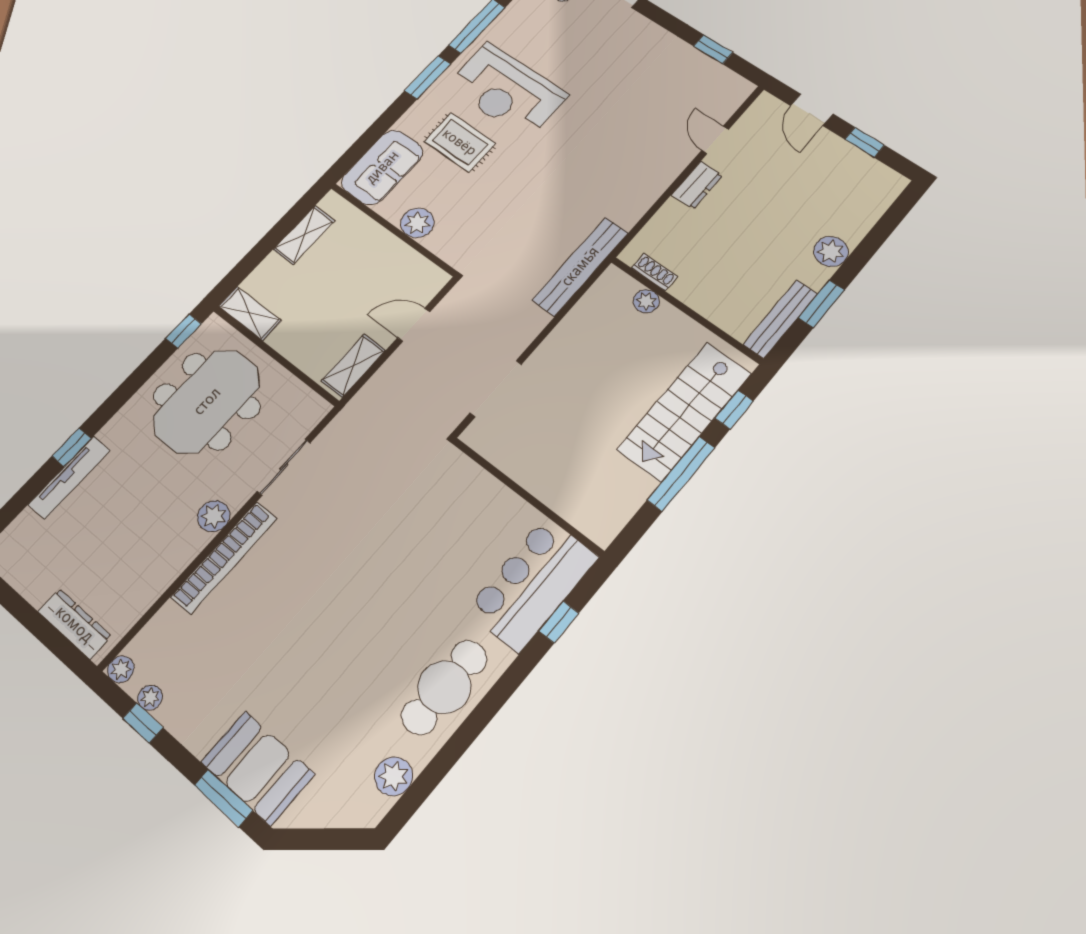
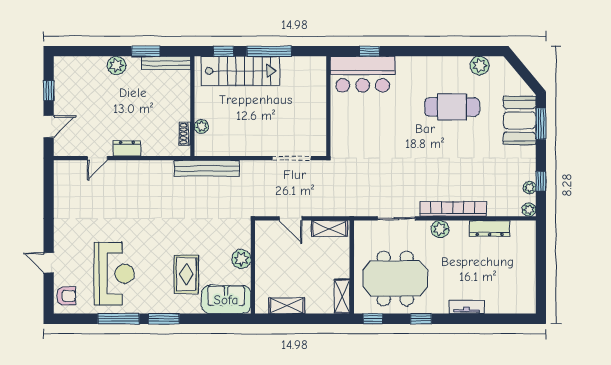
window: (713, 49) -> (49, 196), removed
reception desk: (507, 91) -> (114, 274), moved
window: (72, 447) -> (421, 319), moved
tv unit: (69, 477) -> (467, 307), width x0.71
dresser: (75, 624) -> (490, 228), moved, turned -90
cafe table: (444, 687) -> (452, 107), moved

